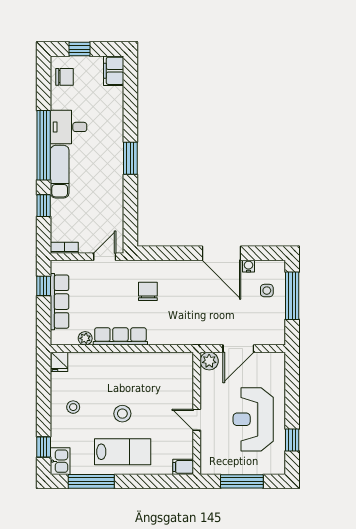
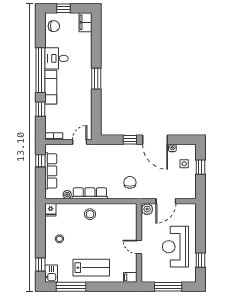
window: (183, 253) -> (130, 140), added
chair: (148, 291) -> (130, 182), moved
window: (292, 296) -> (200, 167), width x0.46
stool: (122, 414) -> (90, 214), moved

